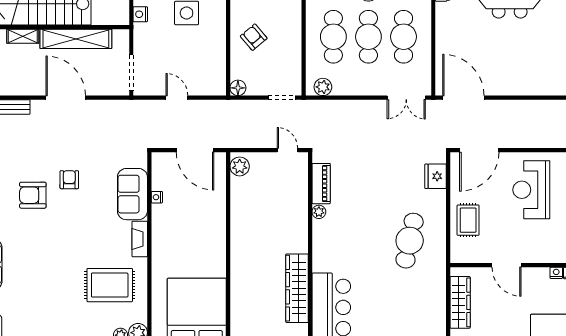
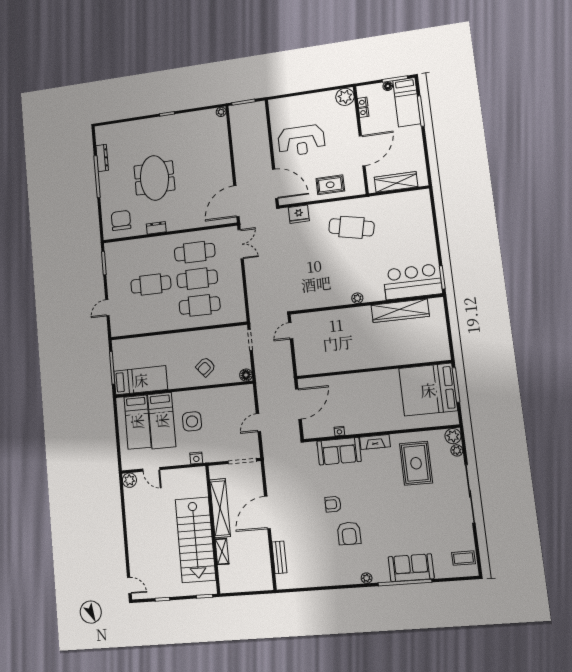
plant: (323, 87) -> (239, 309), removed
plant: (240, 166) -> (308, 367), removed
piano: (321, 184) -> (314, 301), removed
plant: (319, 212) -> (357, 298), moved
door: (507, 265) -> (362, 151), width x1.36

